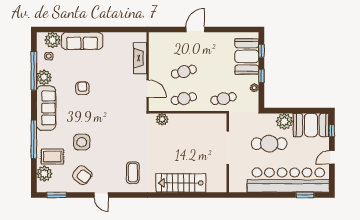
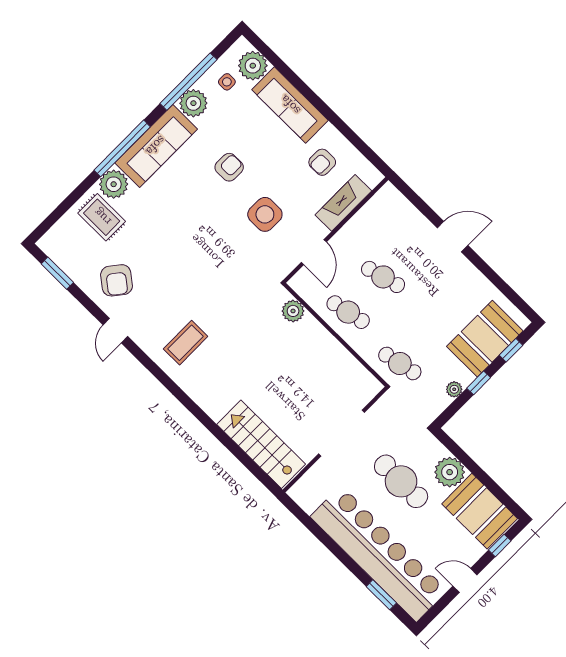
armchair: (116, 51) -> (322, 162), added
window: (34, 139) -> (122, 148), moved
side table: (82, 142) -> (265, 214), moved
plant: (44, 174) -> (114, 184), moved
stairs: (181, 183) -> (261, 444), moved

